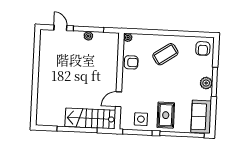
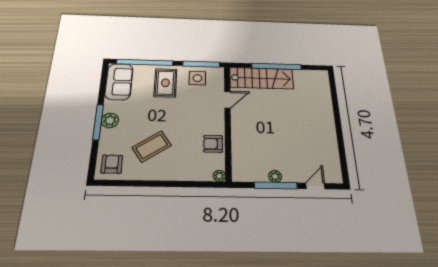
door: (60, 28) -> (315, 186), swing flipped
coffee table: (165, 54) -> (152, 146), moved

